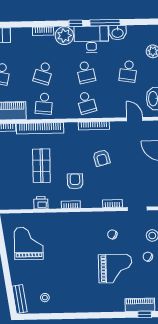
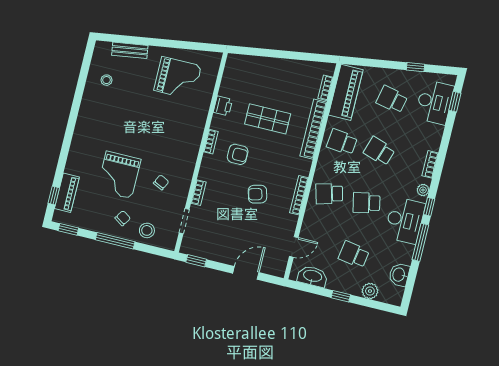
washbasin: (118, 33) -> (399, 275), moved
plant: (64, 36) -> (423, 190), width x0.53, depth x0.53
bench: (19, 299) -> (130, 50), moved

